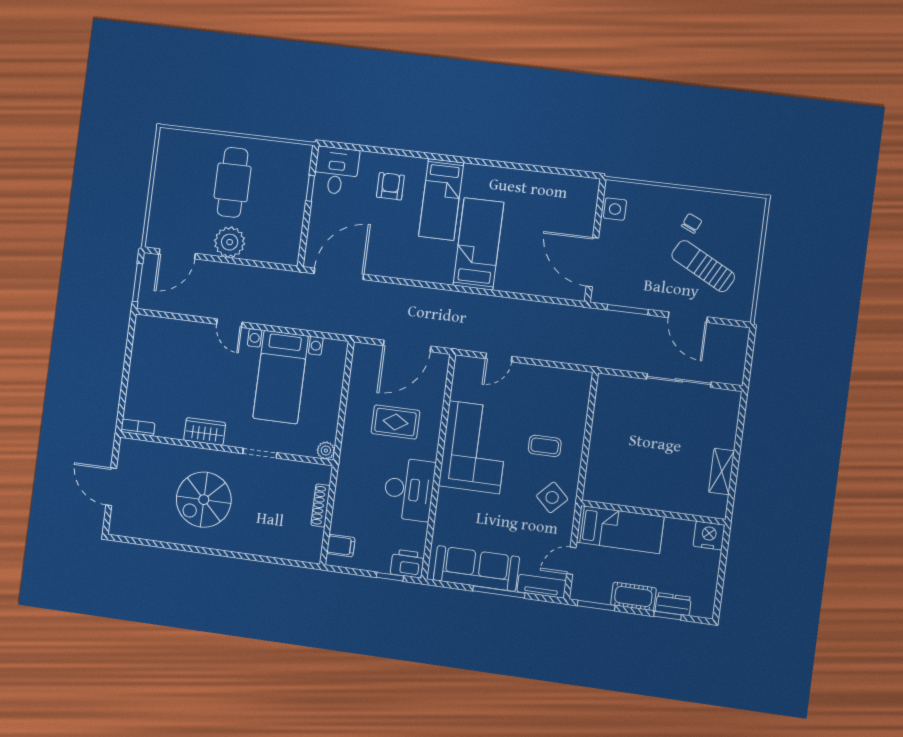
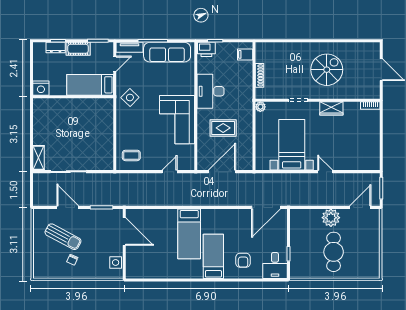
coffee table: (545, 446) -> (131, 155), moved
shelving: (722, 471) -> (39, 158), moved

